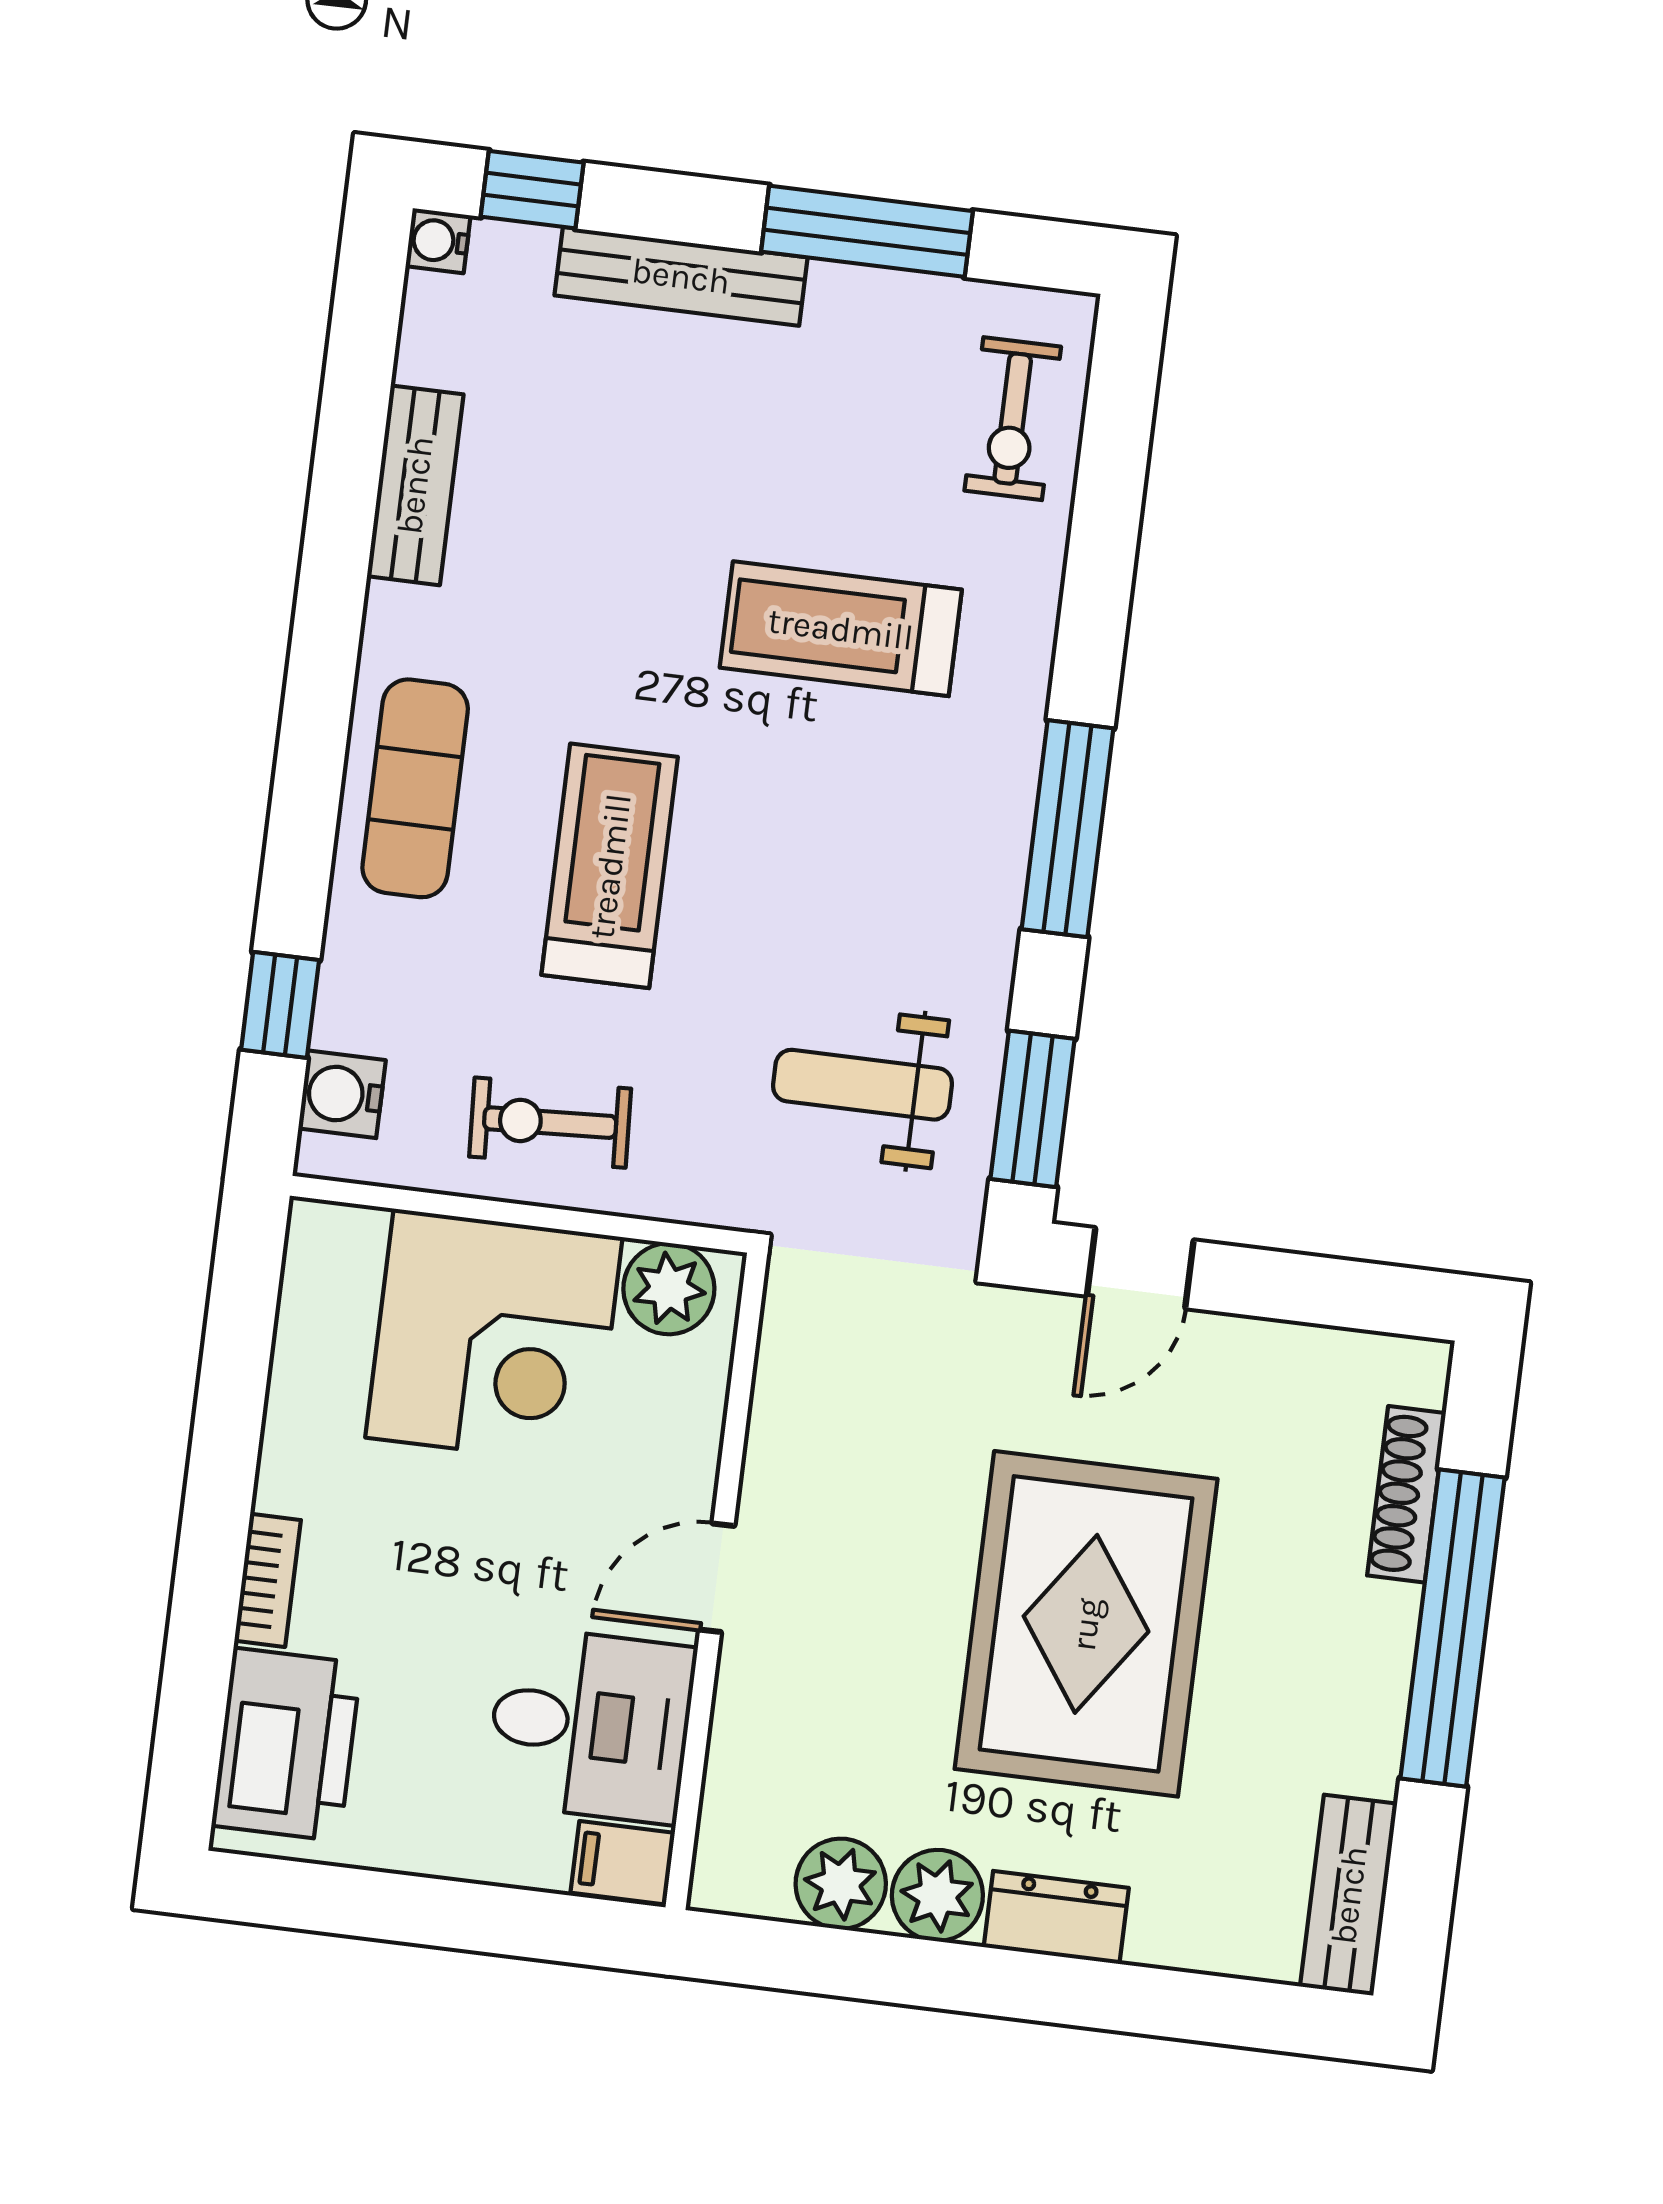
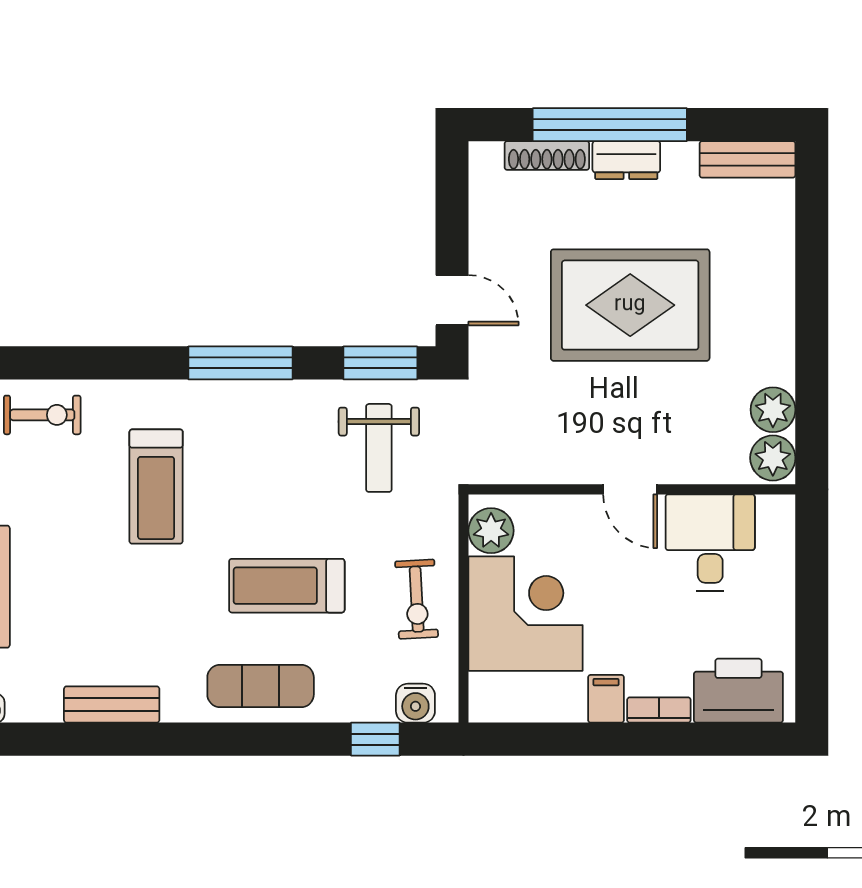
filing cabinet: (623, 1863) -> (606, 699), moved, turned 180
plant: (937, 1895) -> (773, 458), moved
dresser: (1056, 1917) -> (626, 160), moved, turned -90

